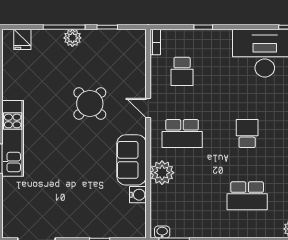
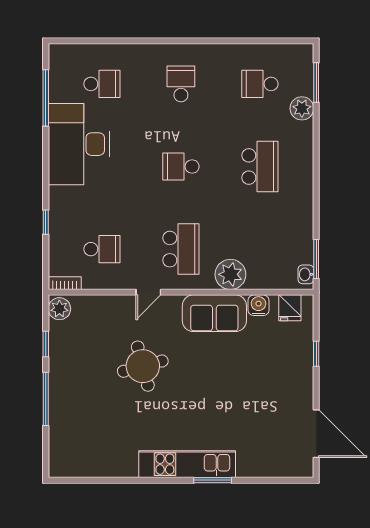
plant: (72, 38) -> (59, 309), moved
fridge: (22, 39) -> (290, 308), moved, turned 90
round table: (90, 104) -> (143, 366), turned 30

